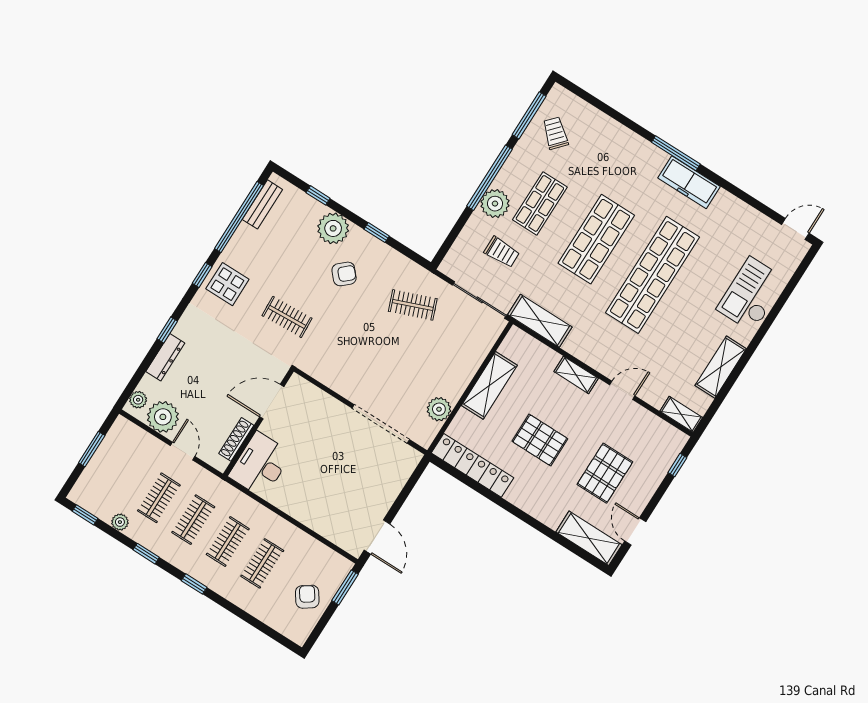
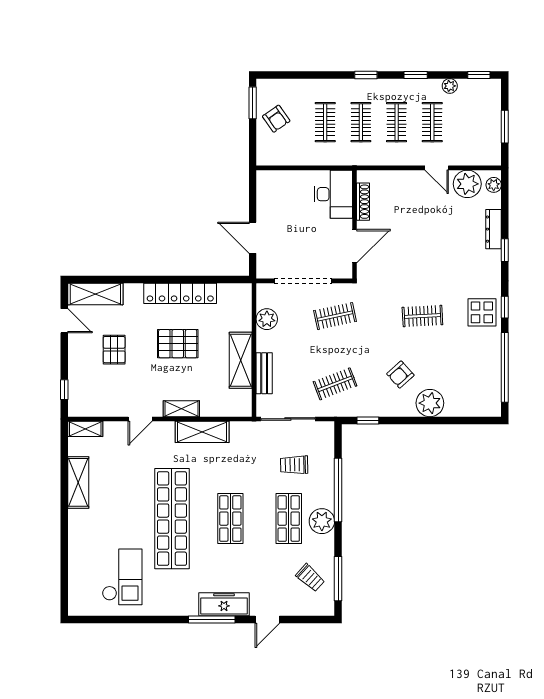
window: (490, 178) -> (338, 490), moved
freezer: (689, 182) -> (224, 604), moved
window: (318, 195) -> (456, 420), removed
bench: (262, 204) -> (264, 373), moved
plant: (495, 204) -> (322, 521), moved
door: (795, 229) -> (267, 620), moved
window: (377, 233) -> (368, 420), moved
shop shelf: (596, 239) -> (230, 519), width x0.70, depth x0.74
checkout: (751, 294) -> (122, 577), moved
shelving: (540, 321) -> (202, 432), moved
clothes rail: (371, 370) -> (335, 316), added
door: (272, 402) -> (355, 246), moved
wall: (258, 423) -> (355, 224), moved
shoe rack: (236, 439) -> (363, 202), moved
desk: (260, 465) -> (333, 194), moved
locker: (473, 465) -> (180, 293), moved
pallet: (605, 473) -> (114, 350), width x0.67, depth x0.71
door: (377, 537) -> (253, 238), moved
window: (345, 587) -> (253, 103), moved

